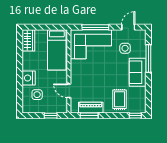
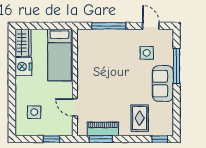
door: (128, 27) -> (151, 26), hinge flipped
corner sofa: (91, 44) -> (103, 48), removed
nightstand: (29, 78) -> (23, 67), moved

